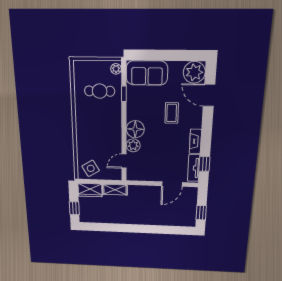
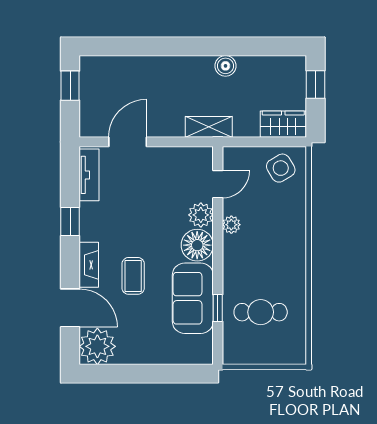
plant: (116, 69) -> (231, 225), moved
sofa: (147, 73) -> (193, 298), moved, turned -90
fireplace: (195, 141) -> (89, 265), moved
window: (204, 164) -> (70, 222), moved
shelving: (115, 190) -> (209, 127), moved
boiler: (120, 219) -> (225, 66), added

